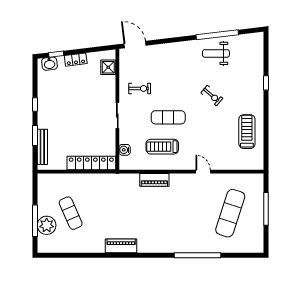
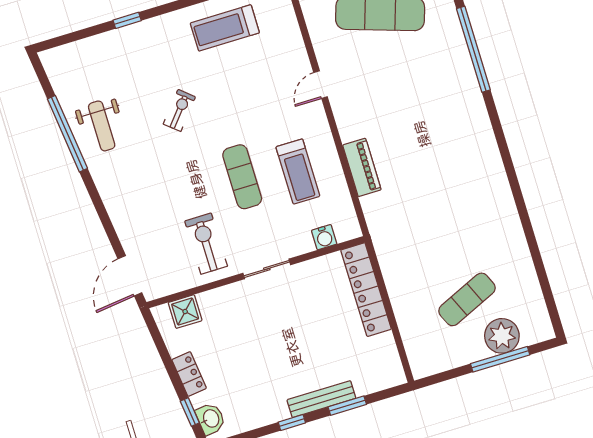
exercise bike: (140, 88) -> (206, 244), width x1.38, depth x1.39
bench: (42, 147) -> (321, 399), moved
piano: (121, 246) -> (498, 191), removed

